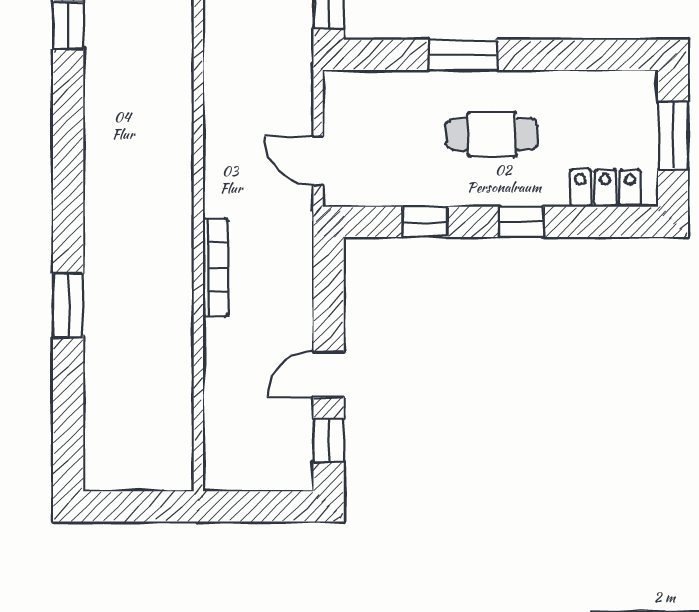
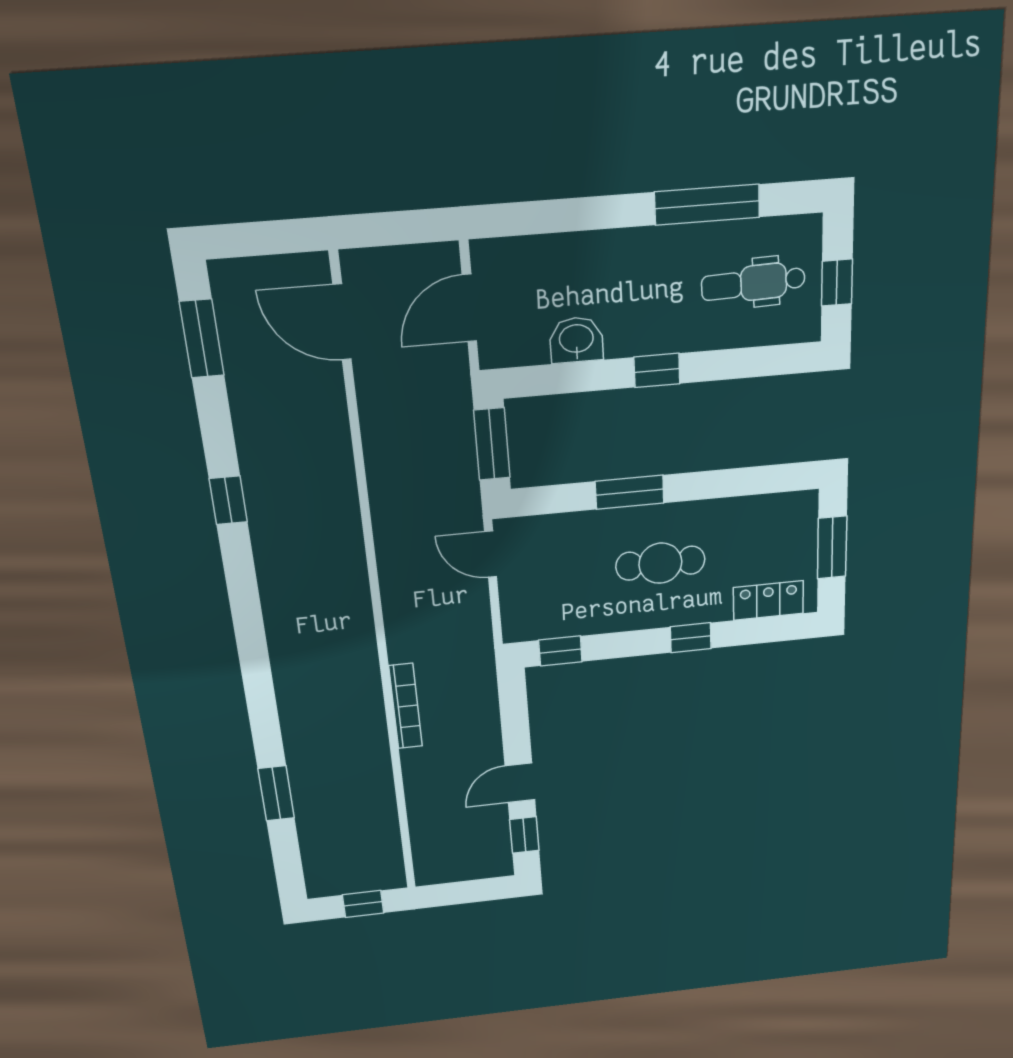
door: (318, 161) -> (491, 554), moved
window: (425, 222) -> (560, 651), moved
window: (68, 305) -> (276, 793), moved
window: (143, 506) -> (363, 904), added

